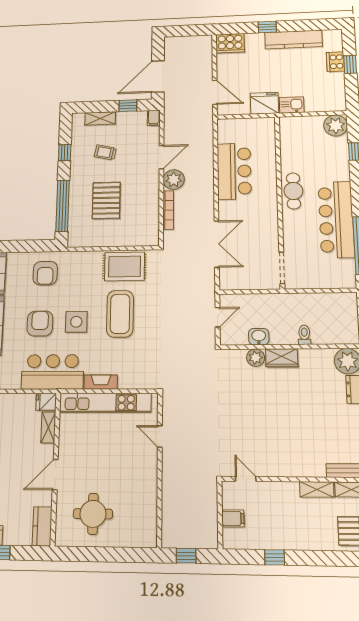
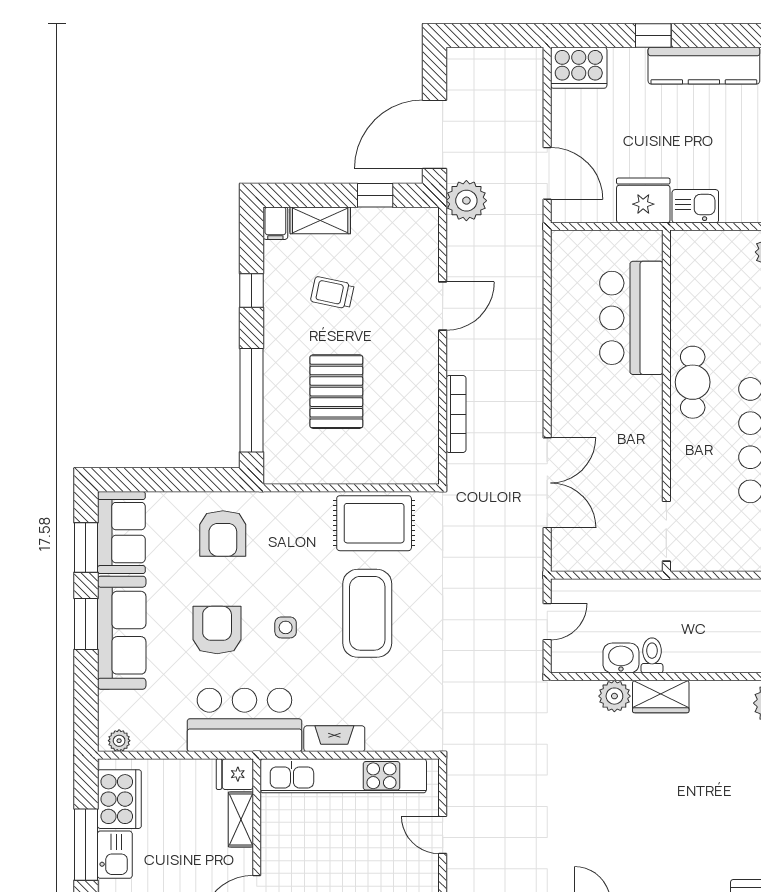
filing cabinet: (154, 118) -> (275, 223), moved
bar counter: (234, 171) -> (631, 318), moved, turned 180
plant: (174, 180) -> (466, 201), moved
side table: (76, 322) -> (286, 627), width x0.54, depth x0.54
toilet: (304, 335) -> (652, 656), moved

